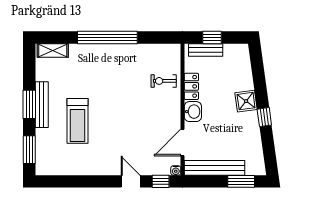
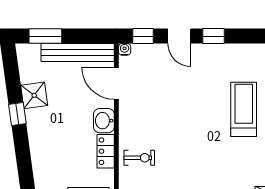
shower: (246, 101) -> (34, 95), moved
door: (182, 142) -> (116, 83), swing flipped
window: (102, 181) -> (213, 36), added

